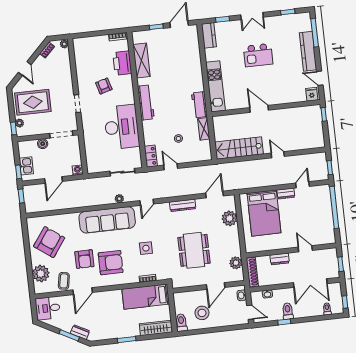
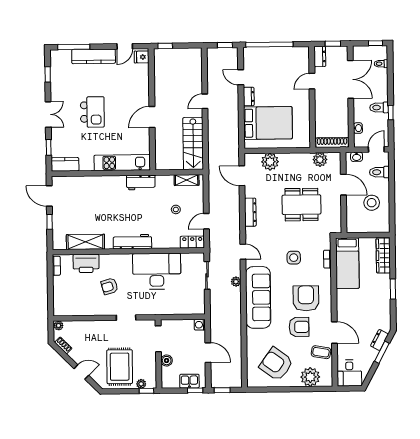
shelving: (204, 129) -> (187, 180), moved
dresser: (280, 259) -> (320, 57), moved
toilet: (181, 323) -> (379, 172), moved

